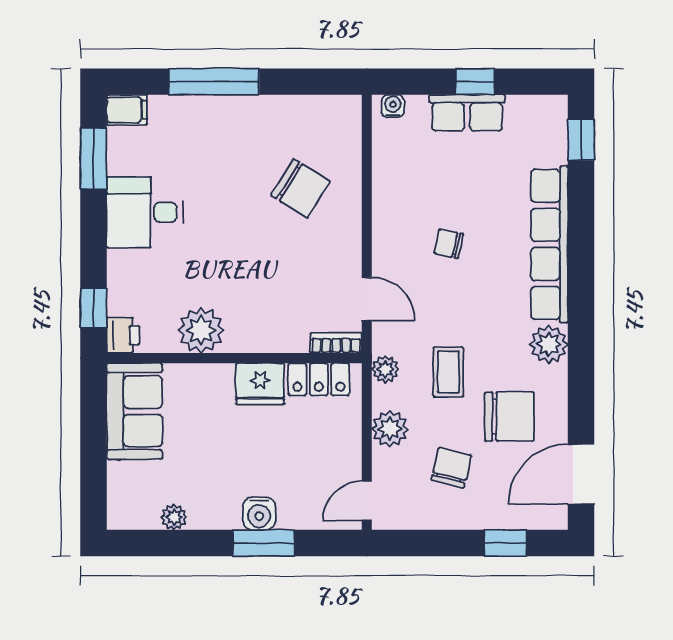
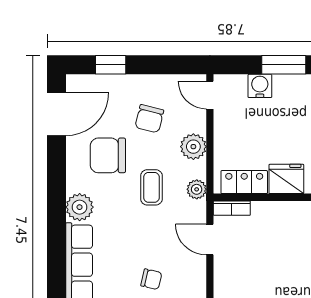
door: (367, 501) -> (210, 95), swing flipped
water cooler: (259, 514) -> (260, 86), moved

